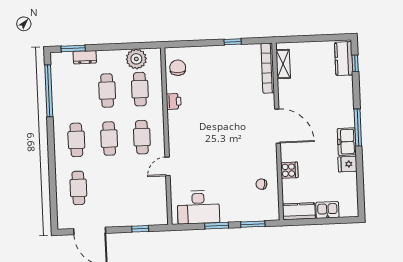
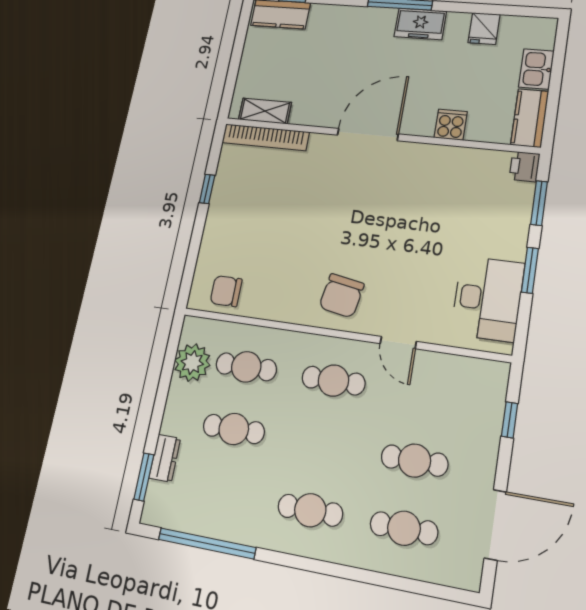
printer: (174, 101) -> (524, 166), moved, turned -90
cafe table: (109, 139) -> (415, 461), moved
fridge: (347, 164) -> (484, 29), moved
chair: (261, 184) -> (342, 296), moved, width x1.87, depth x1.87

